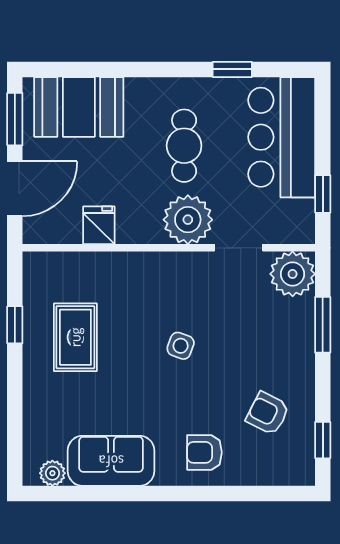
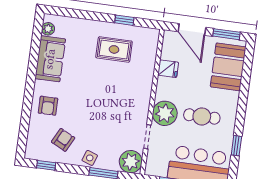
side table: (181, 346) -> (90, 158), moved
armchair: (204, 452) -> (48, 106), turned 180

